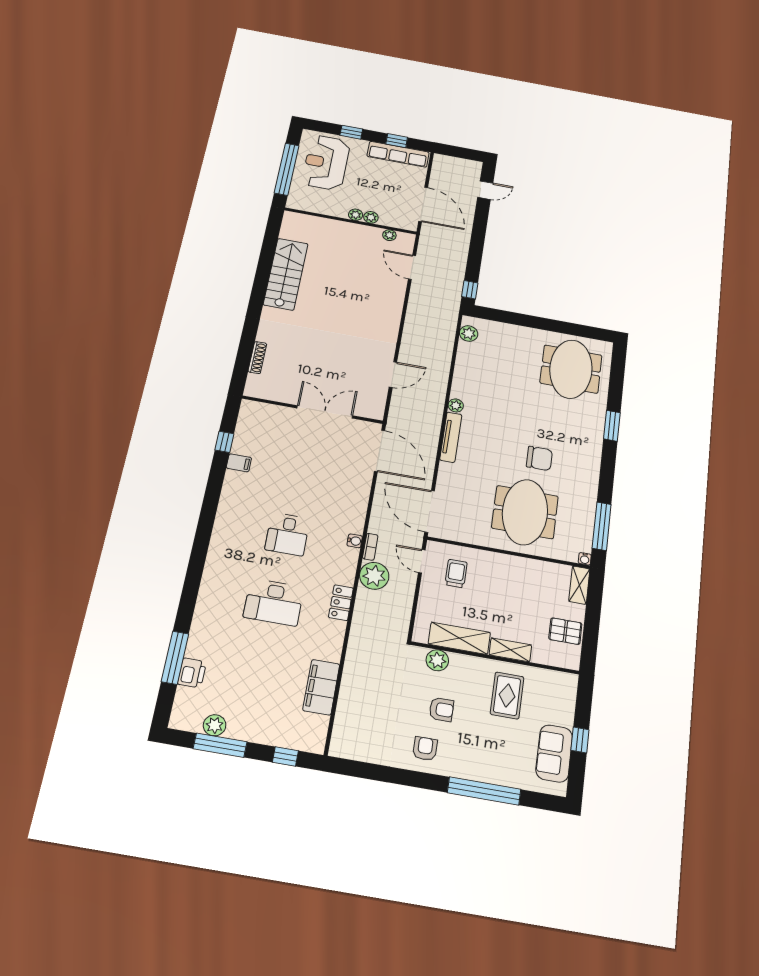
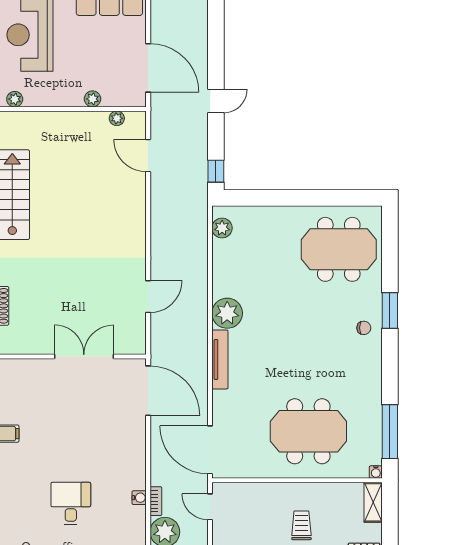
door: (485, 190) -> (216, 101), moved
plant: (356, 215) -> (15, 99), moved
meeting table: (571, 369) -> (339, 249), turned 90
plant: (456, 405) -> (227, 313), width x1.88, depth x1.88
chair: (539, 458) -> (364, 328), moved, width x0.54, depth x0.54
meeting table: (525, 512) -> (308, 431), turned 90
desk: (287, 534) -> (71, 503), turned 180
trolley: (456, 573) -> (301, 525), moved

